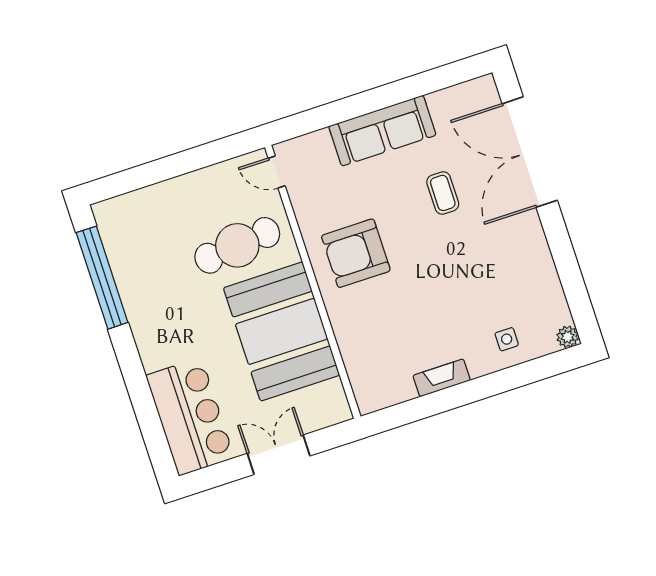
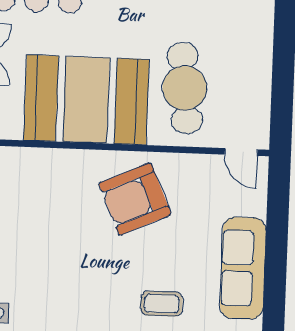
door: (277, 172) -> (241, 152), swing flipped
armchair: (356, 253) -> (135, 199), turned -114

